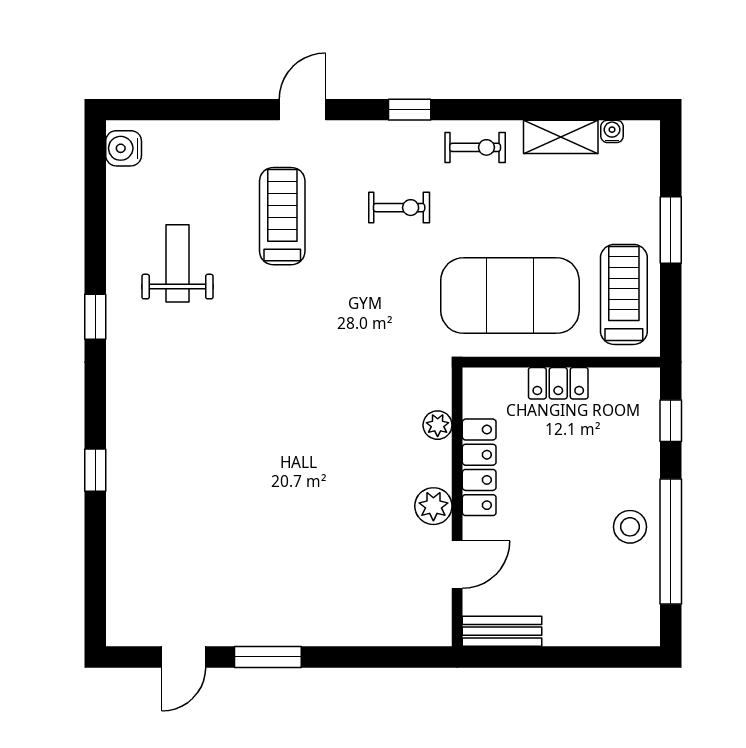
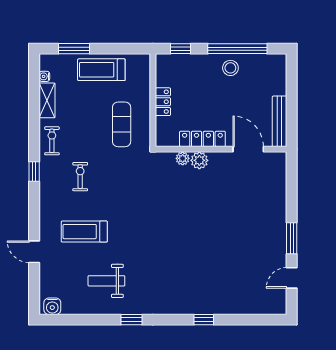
door: (302, 110) -> (34, 252), moved
window: (671, 230) -> (74, 49), moved
treadmill: (624, 294) -> (101, 70), moved
exercise mat: (510, 296) -> (122, 124), width x0.50, depth x0.69
plant: (433, 506) -> (199, 160), moved
door: (457, 564) -> (248, 149), width x1.38
bench: (502, 631) -> (280, 121), width x1.36
door: (184, 657) -> (292, 278), swing flipped

